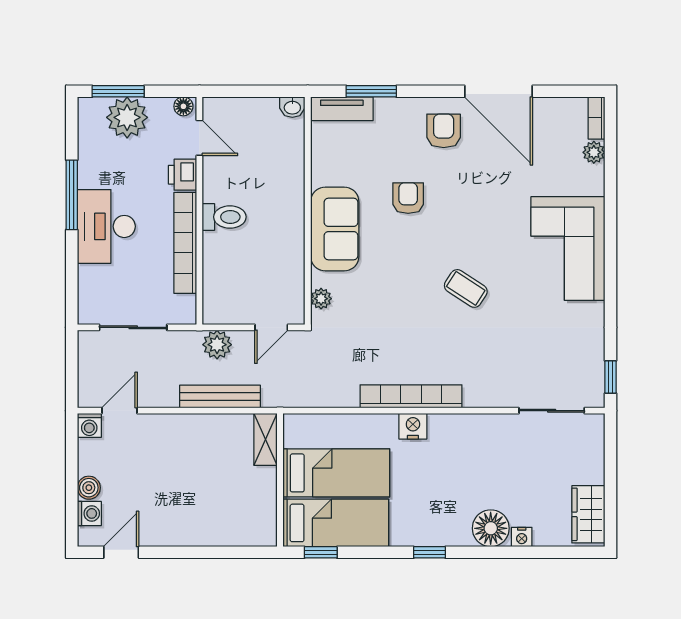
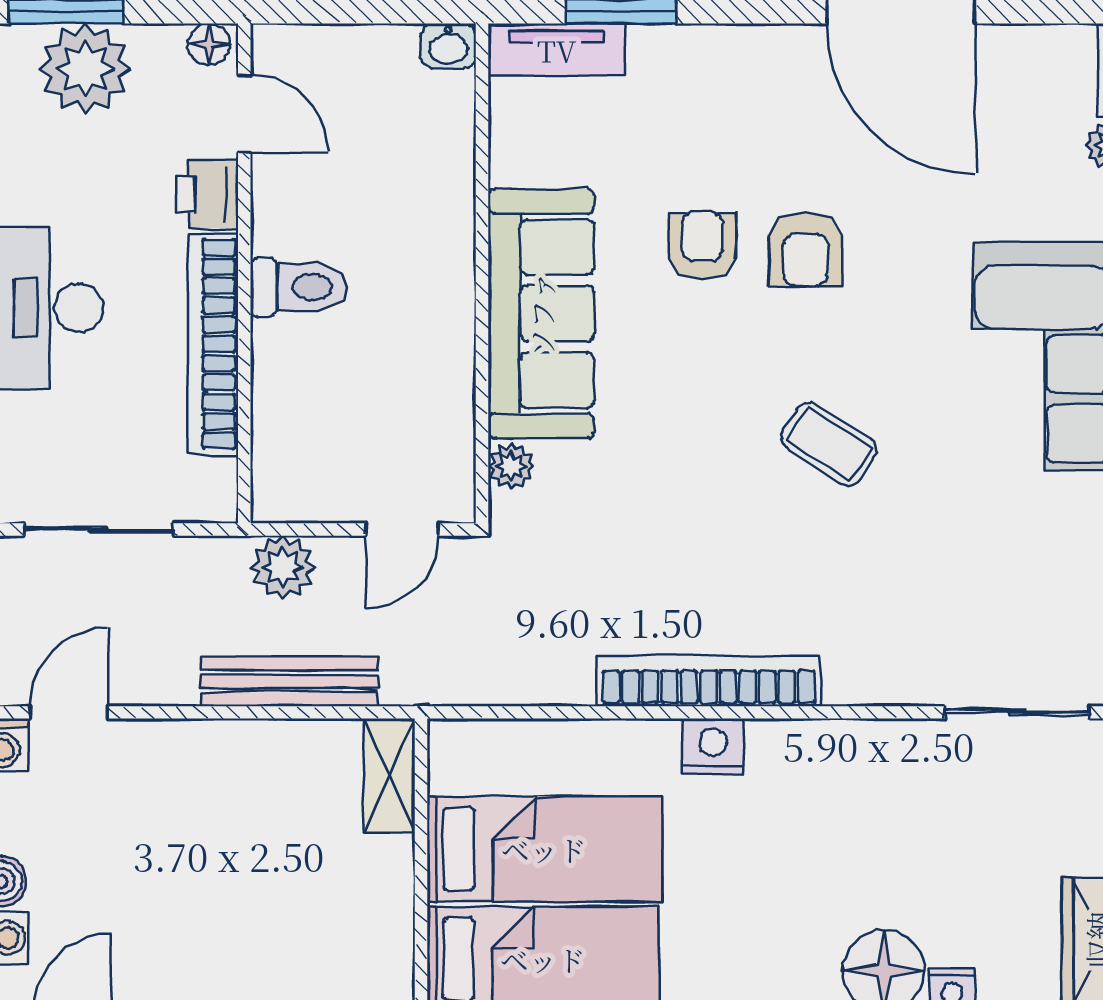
armchair: (444, 131) -> (806, 250), moved, turned 180
sofa: (335, 229) -> (541, 314), width x1.36

